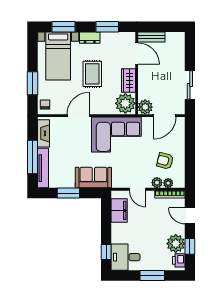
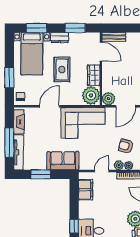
door: (138, 189) -> (102, 171), swing flipped

